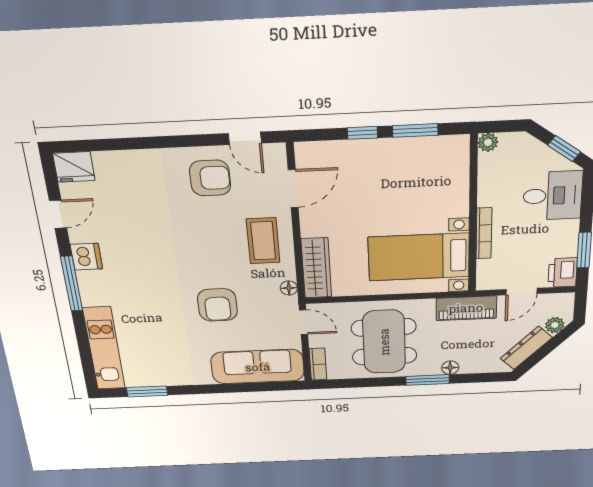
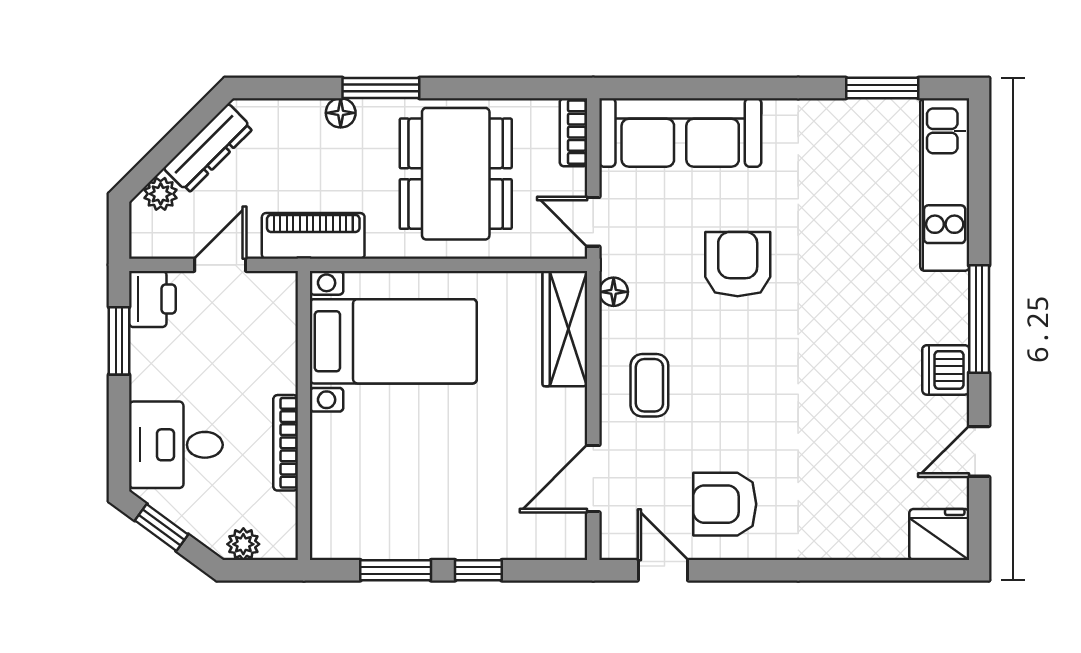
plant: (488, 142) -> (243, 544), moved
bookcase: (484, 233) -> (286, 443), moved
coffee table: (263, 241) -> (649, 385), width x0.73, depth x0.77

